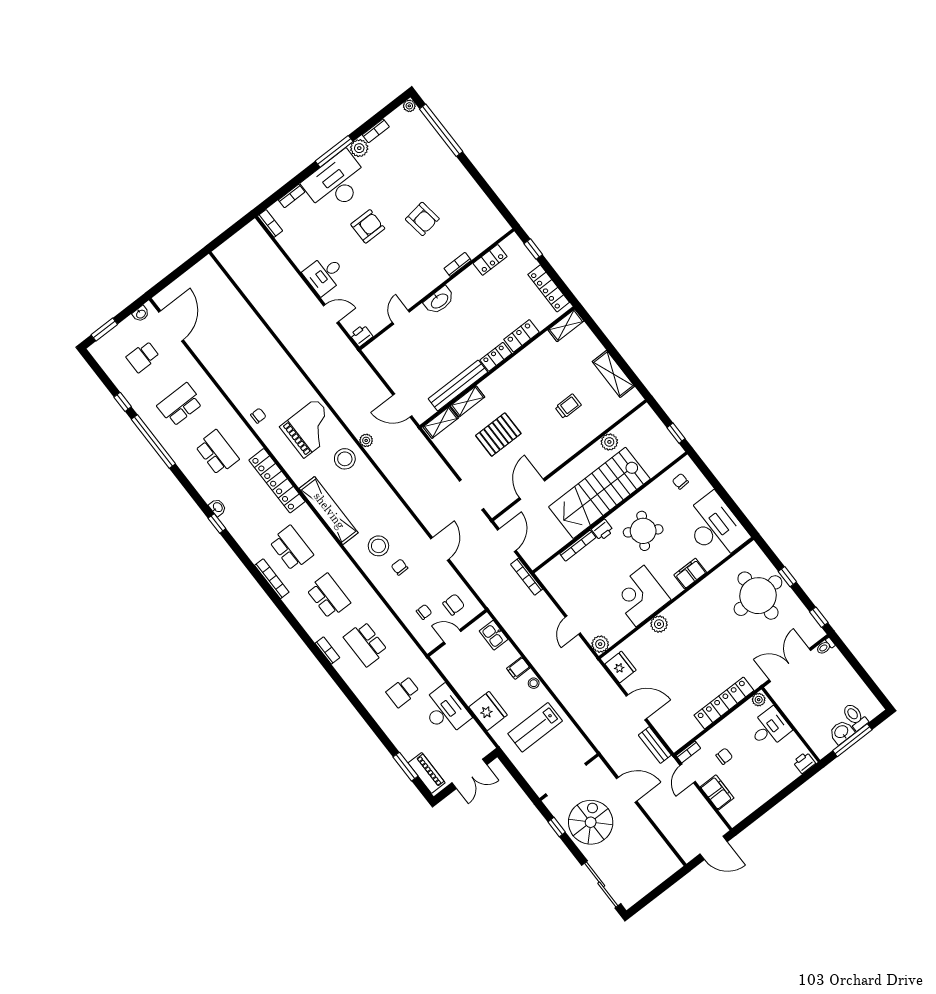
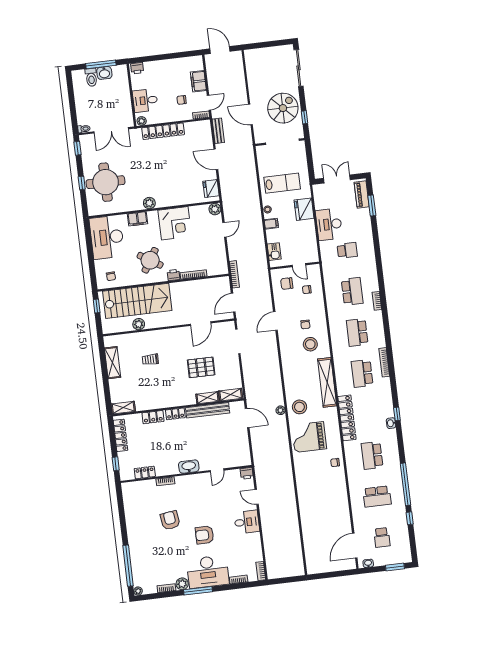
school desk: (143, 357) -> (382, 537), turned 90
stairs: (599, 493) -> (137, 301), moved
plant: (659, 624) -> (149, 203), moved
spiral stairs: (591, 822) -> (283, 108), turned 180

